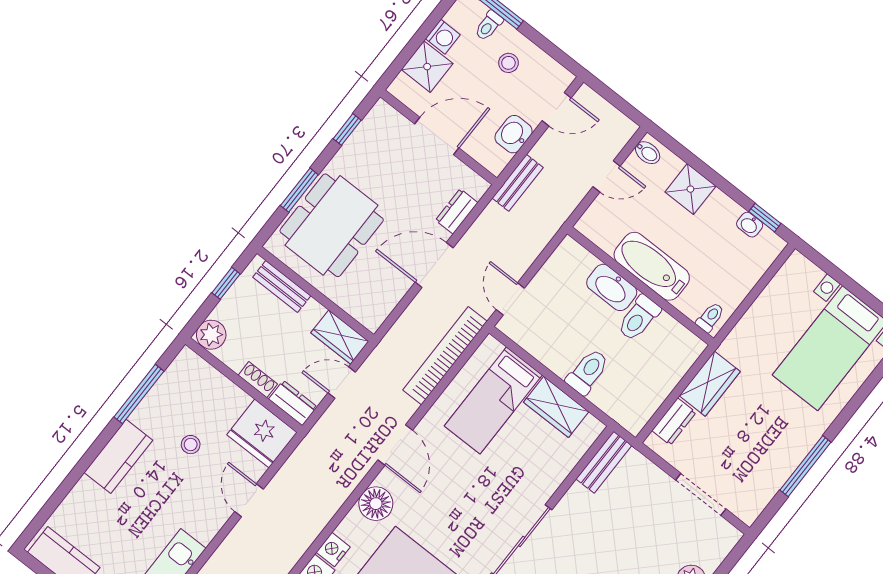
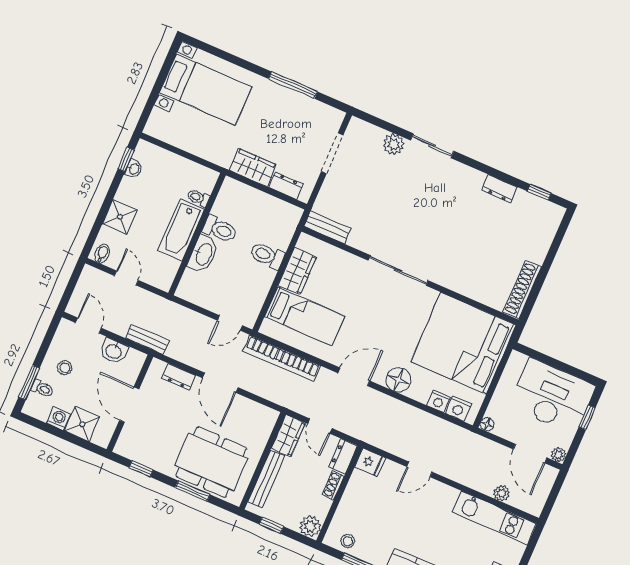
bench: (282, 286) -> (266, 479), width x1.36
toilet: (710, 317) -> (198, 198), moved
fridge: (262, 434) -> (370, 462), width x0.53, depth x0.75
stool: (191, 445) -> (348, 541), moved

